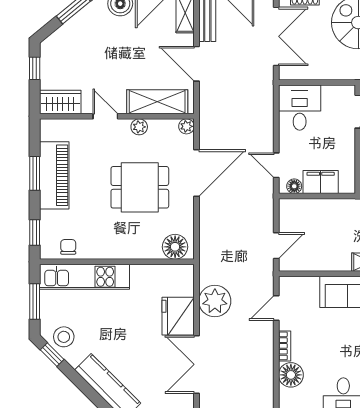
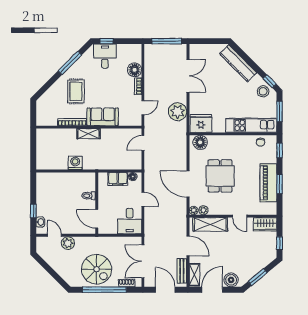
plant: (139, 127) -> (203, 210), moved
door: (276, 165) -> (143, 199), moved
door: (197, 173) -> (188, 184), hinge flipped
dining table: (140, 187) -> (220, 176), turned 90
fridge: (178, 316) -> (201, 123), moved, turned -90

